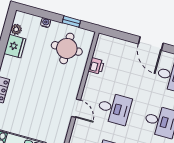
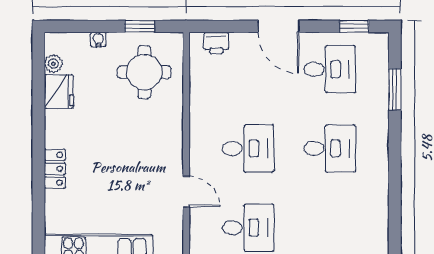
printer: (96, 66) -> (216, 43), moved, turned 90
door: (76, 108) -> (186, 192), moved

